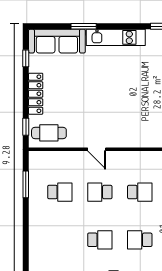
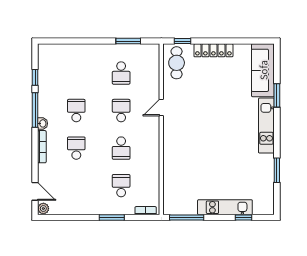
window: (26, 58) -> (247, 41), removed
school desk: (100, 240) -> (76, 111), turned 180

